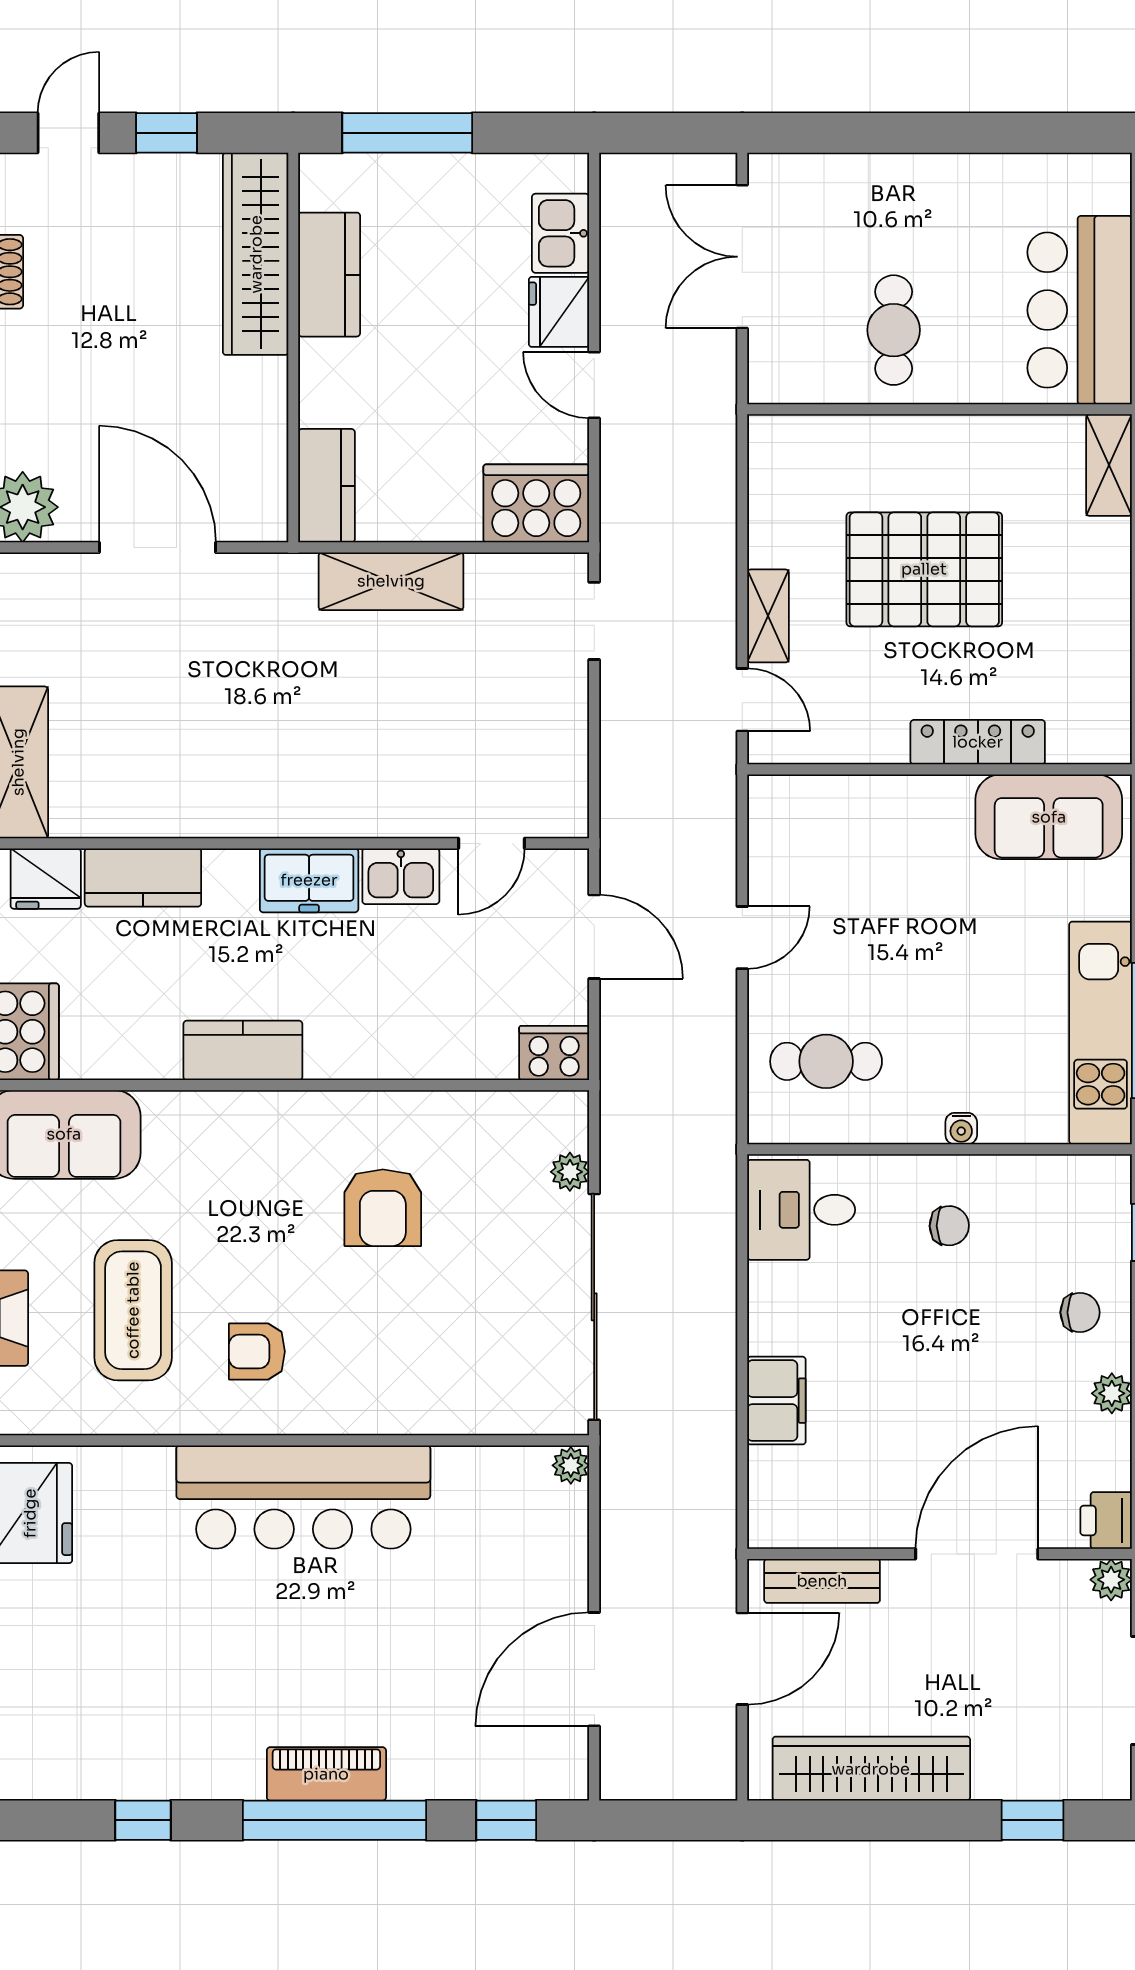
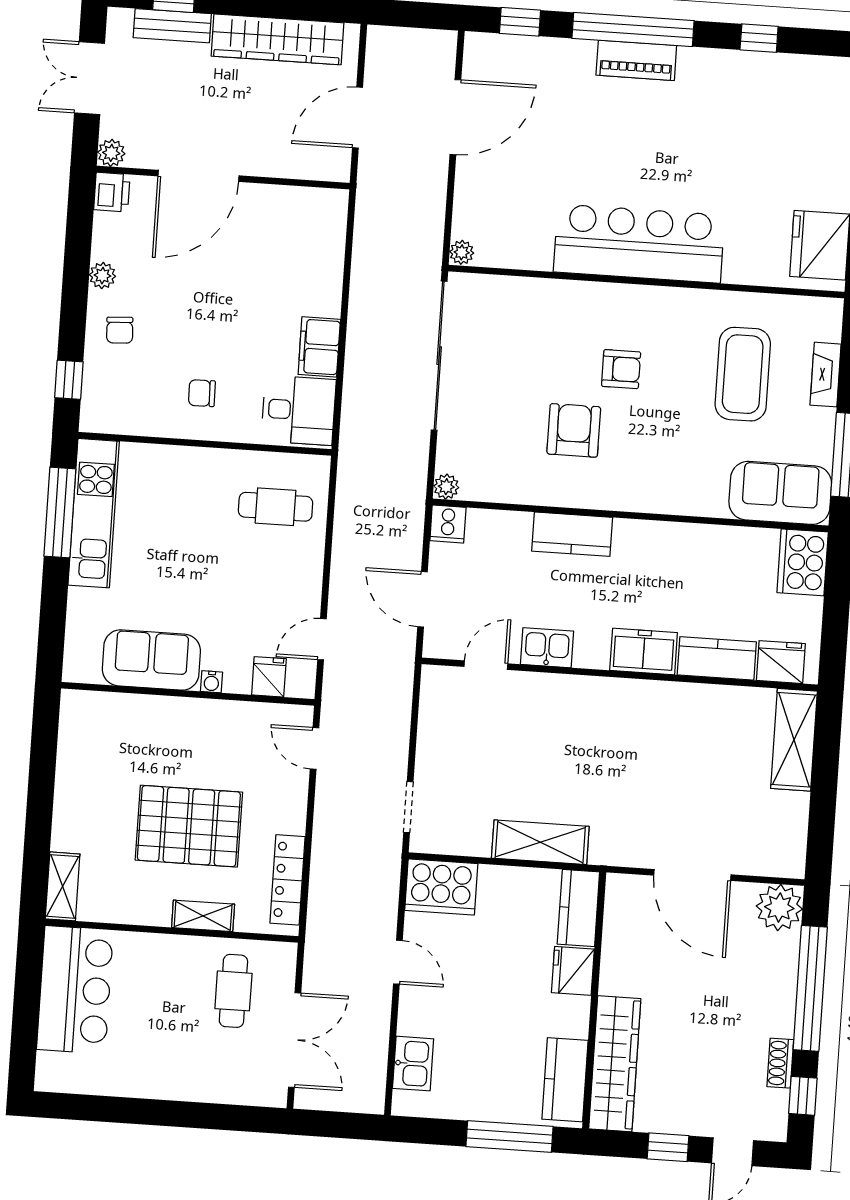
kitchen counter: (329, 275) -> (565, 1080), moved
fridge: (559, 312) -> (573, 971), moved, turned 180
cafe table: (894, 330) -> (233, 991), moved
shelving: (768, 616) -> (203, 916), moved, turned 90
locker: (978, 742) -> (288, 880), moved, turned 90
fridge: (819, 803) -> (269, 677), added
sofa: (1049, 817) -> (151, 660), moved
freezer: (309, 880) -> (644, 652), moved
door: (742, 938) -> (322, 639), moved
kitchen counter: (243, 1050) -> (572, 534), moved
cooker: (554, 1053) -> (448, 524), width x0.73
water cooler: (961, 1129) -> (211, 682), moved, turned 180
plant: (570, 1172) -> (446, 487), moved
chair: (1080, 1312) -> (120, 330), turned -93
armchair: (257, 1352) -> (621, 369), moved
filing cabinet: (776, 1401) -> (319, 347), moved
bench: (822, 1581) -> (172, 26), moved

